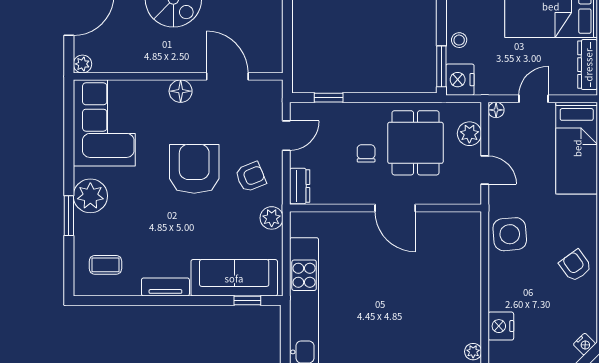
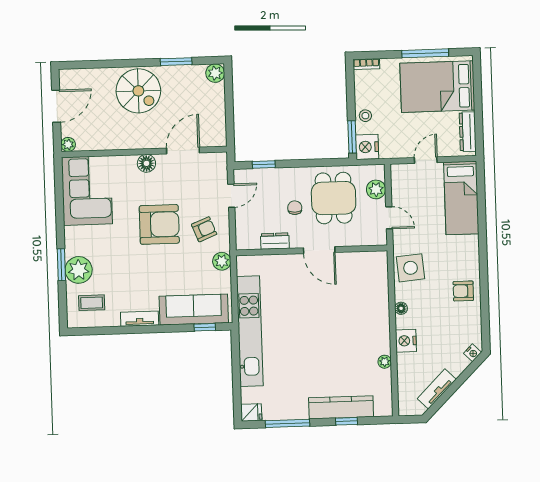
door: (227, 76) -> (183, 150), hinge flipped
floor lamp: (496, 110) -> (401, 308), moved
armchair: (194, 169) -> (159, 224), turned 90
dresser: (300, 186) -> (275, 241), moved, turned -90
plant: (90, 196) -> (79, 270), moved
armchair: (575, 266) -> (463, 291), turned -54

